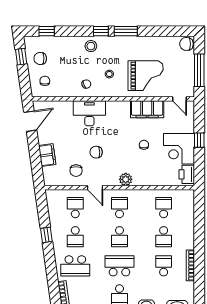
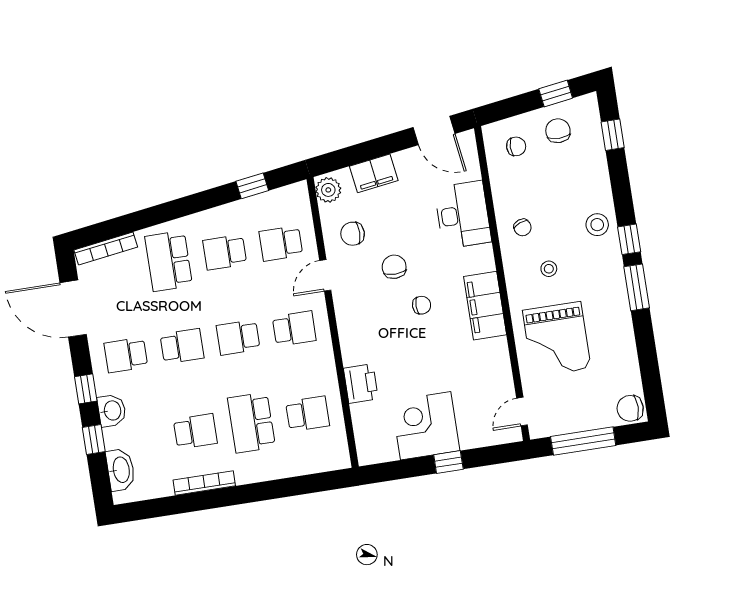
chair: (186, 44) -> (630, 408), turned -90
filing cabinet: (147, 109) -> (485, 306), moved
desk: (89, 113) -> (463, 215), moved
chair: (144, 145) -> (422, 305), moved
printer: (187, 174) -> (361, 383), moved, turned 90
plant: (126, 179) -> (328, 190), moved
school desk: (75, 208) -> (281, 243), turned 180
window: (46, 235) -> (252, 186), moved
school desk: (164, 237) -> (251, 423), width x1.85
school desk: (119, 266) -> (182, 346), width x0.54

